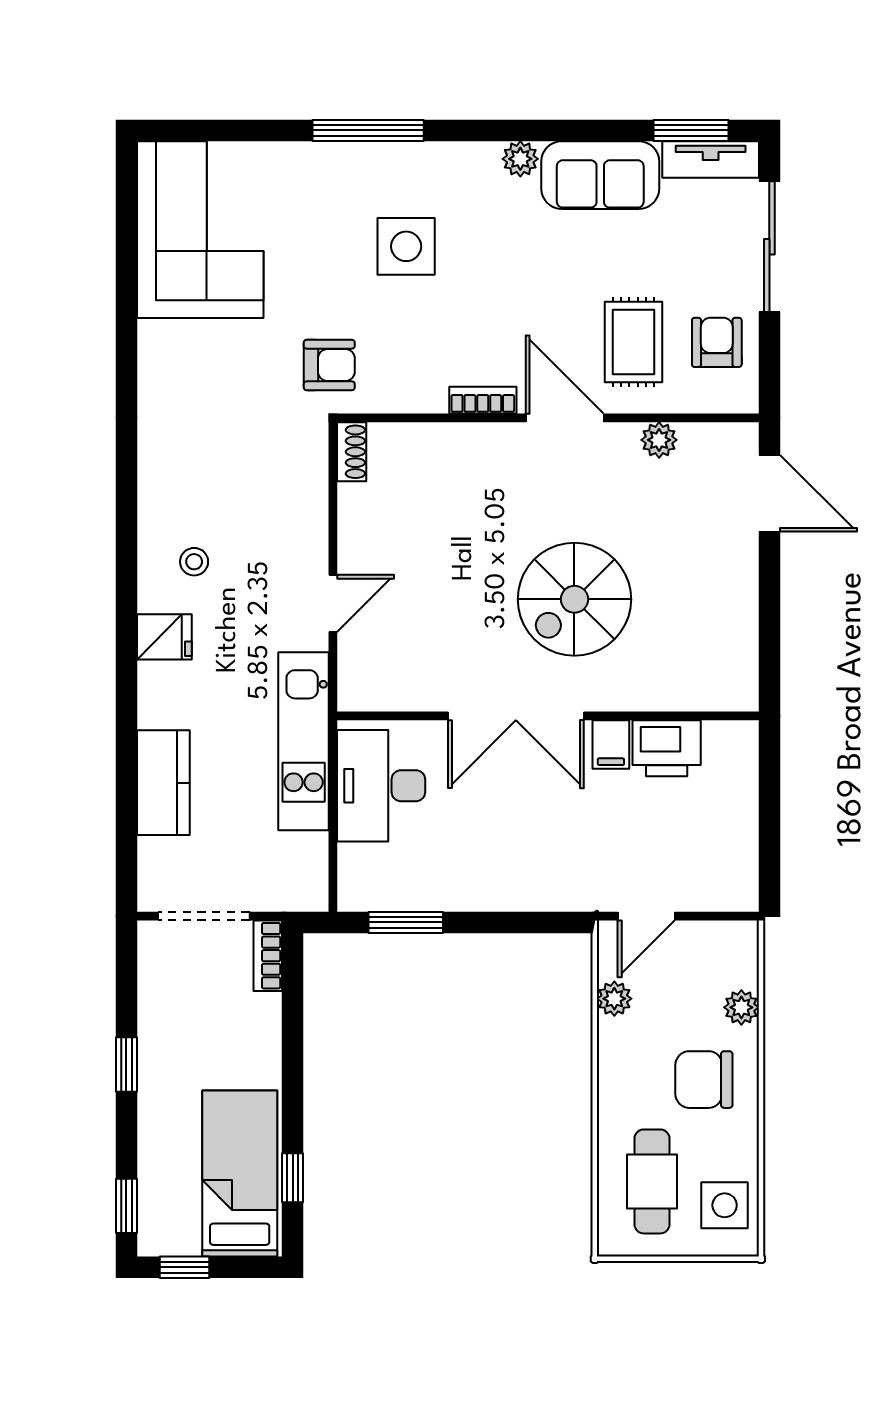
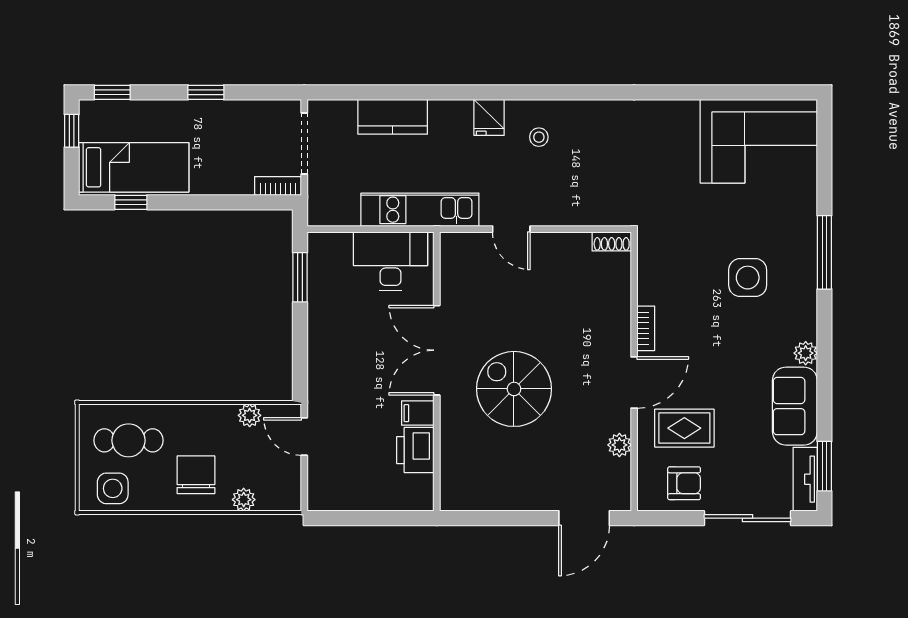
armchair: (329, 365) -> (669, 227), removed

